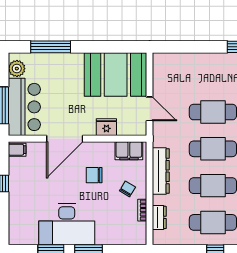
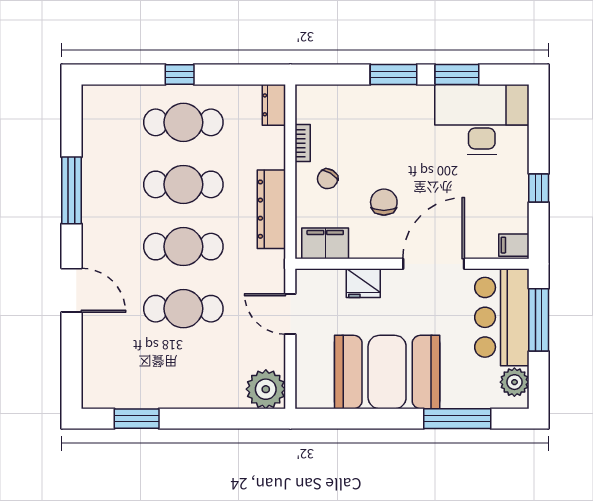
plant: (164, 64) -> (266, 389), added
booth: (116, 74) -> (387, 372), moved
chair: (94, 175) -> (384, 202), turned -90
dresser: (159, 217) -> (274, 105), moved
desk: (67, 224) -> (482, 119), moved

